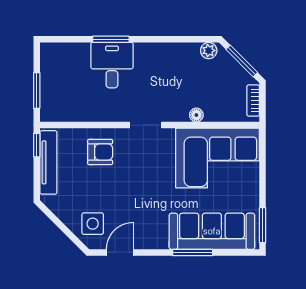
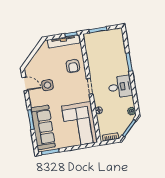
desk: (112, 65) -> (120, 87), moved
side table: (93, 224) -> (47, 85), moved

